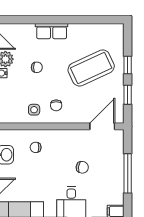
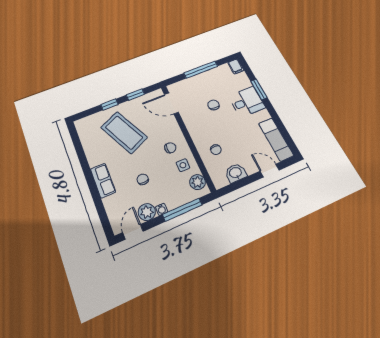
plant: (12, 116) -> (198, 182), added

